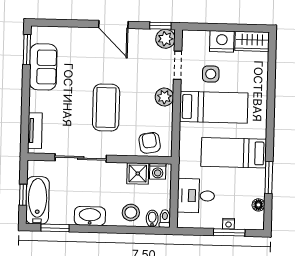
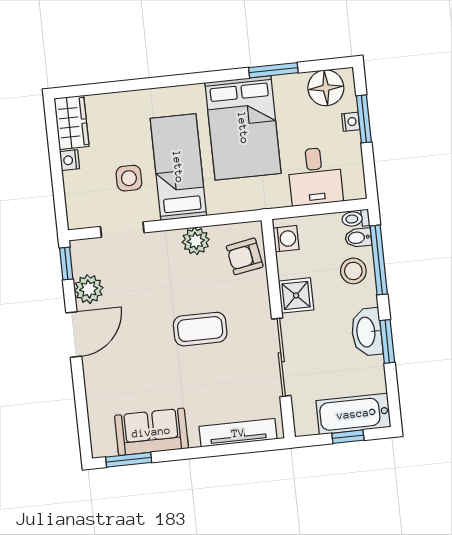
plant: (165, 39) -> (89, 289), moved
nightstand: (222, 41) -> (70, 160), width x0.53, depth x0.56
plant: (164, 97) -> (196, 241), moved
coffee table: (106, 107) -> (200, 329), width x0.73, depth x0.76
tv unit: (35, 131) -> (238, 433), width x1.41
bed: (234, 153) -> (243, 128), width x1.50
shower: (138, 173) -> (296, 295), moved
floor lamp: (258, 205) -> (326, 88), width x1.89, depth x1.89
window: (55, 228) -> (387, 341), moved
window: (136, 230) -> (379, 260), added

